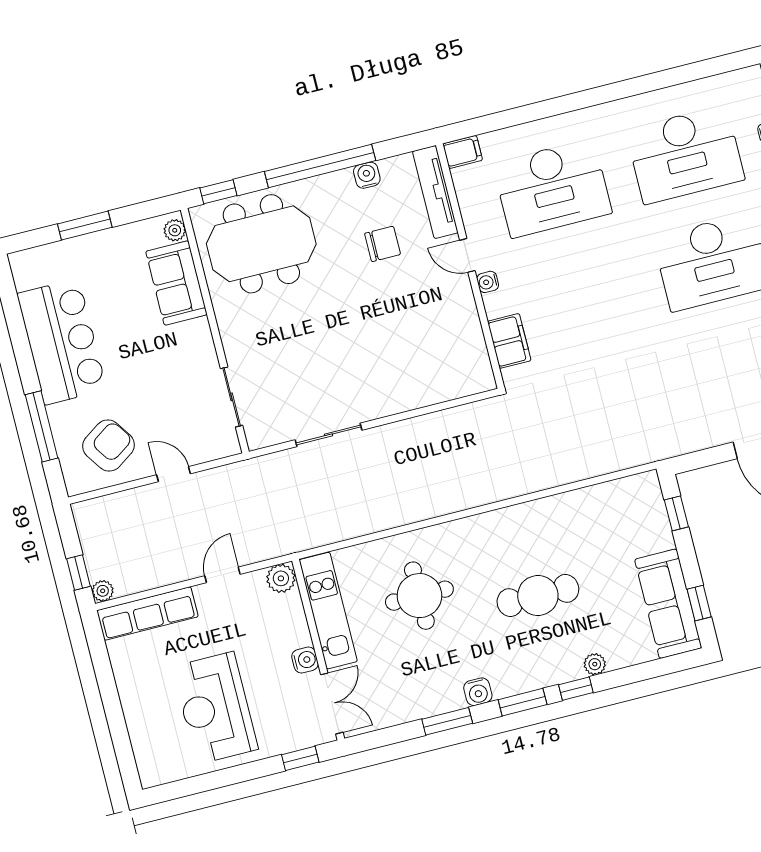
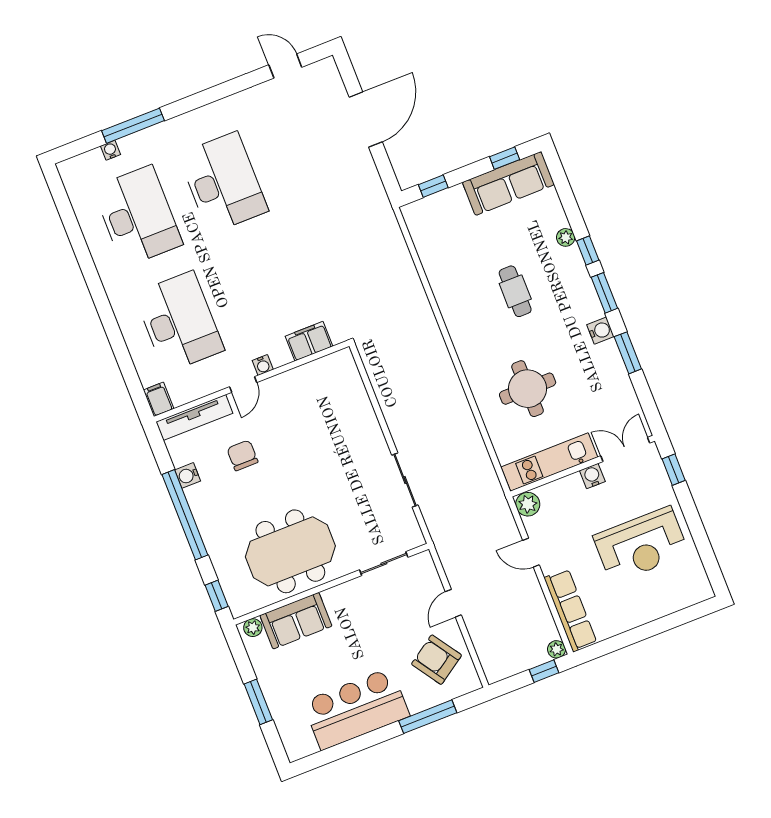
meeting table: (261, 244) -> (290, 551), moved, turned 90
cafe table: (538, 595) -> (515, 291), width x0.73, depth x0.74

